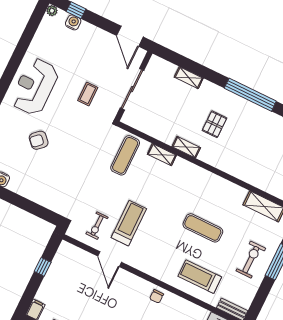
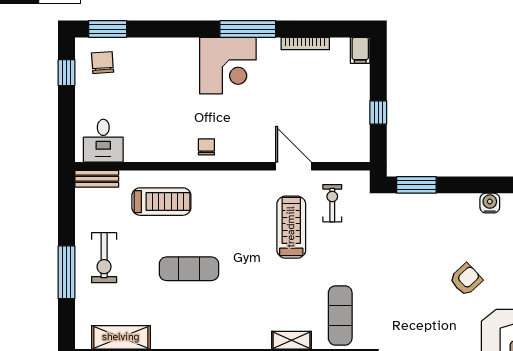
window: (41, 212) -> (416, 185), added
treadmill: (129, 223) -> (291, 227), turned 180

